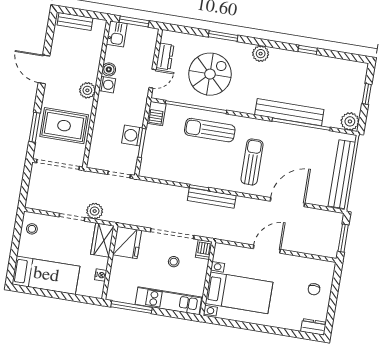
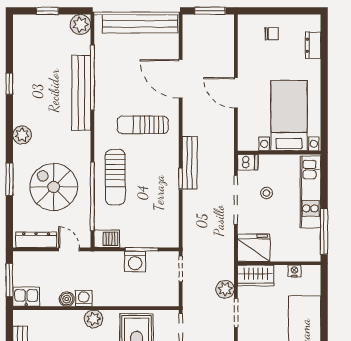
dresser: (165, 56) -> (36, 240), width x1.44
dresser: (313, 327) -> (313, 45), moved

